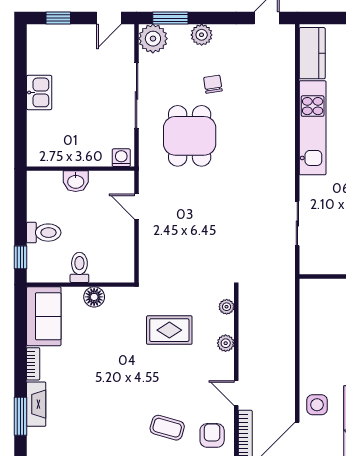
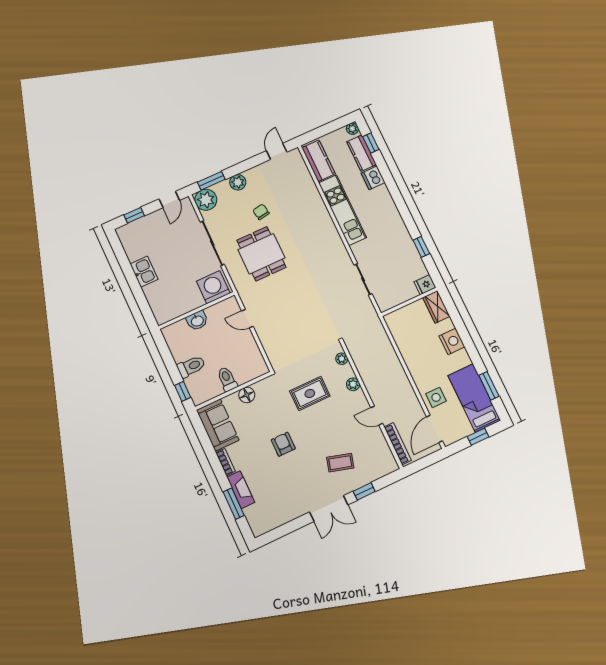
washing machine: (121, 158) -> (213, 287), width x1.89, depth x1.89
armchair: (212, 435) -> (283, 444), moved

